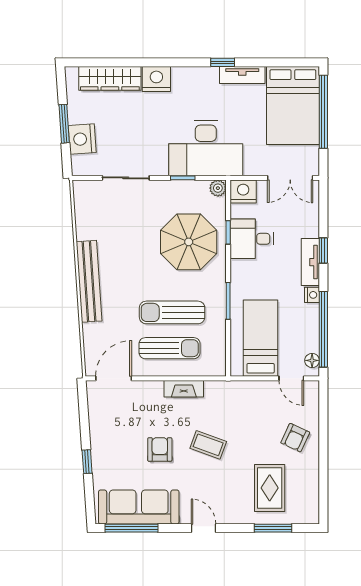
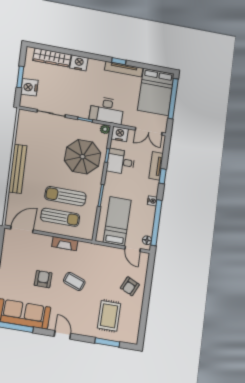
tv unit: (242, 75) -> (124, 69), width x1.41
desk: (206, 148) -> (107, 110), width x0.73, depth x0.77
tv unit: (310, 262) -> (156, 166), moved

